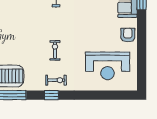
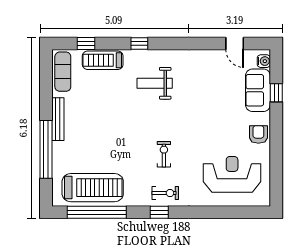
reception desk: (108, 66) -> (232, 174), turned 180

